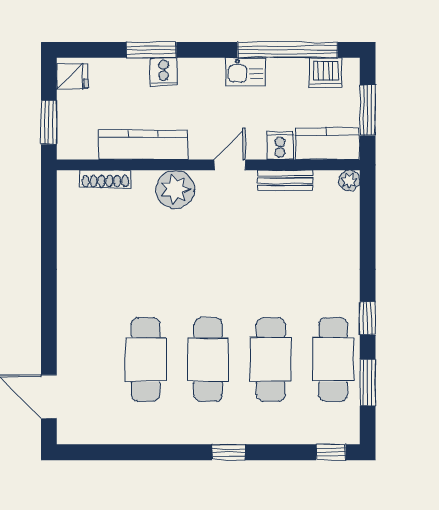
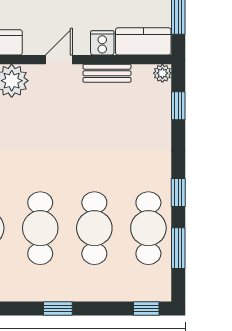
window: (368, 218) -> (178, 106), added

